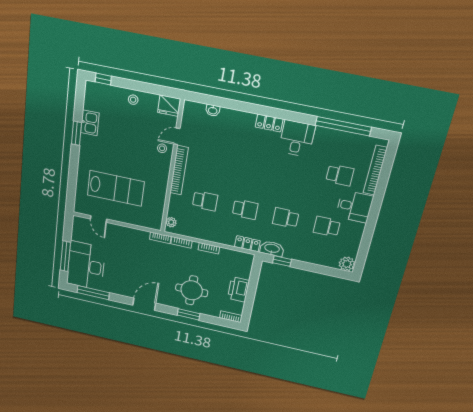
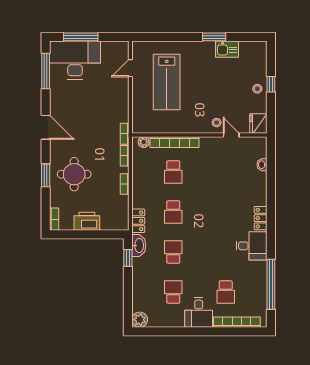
window: (103, 79) -> (271, 84), moved
bookcase: (179, 170) -> (175, 142), moved

